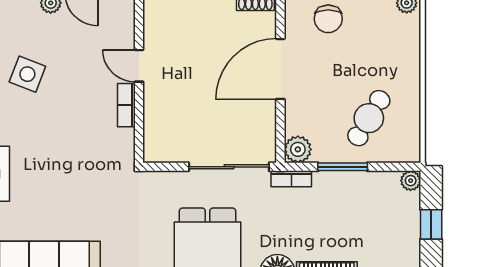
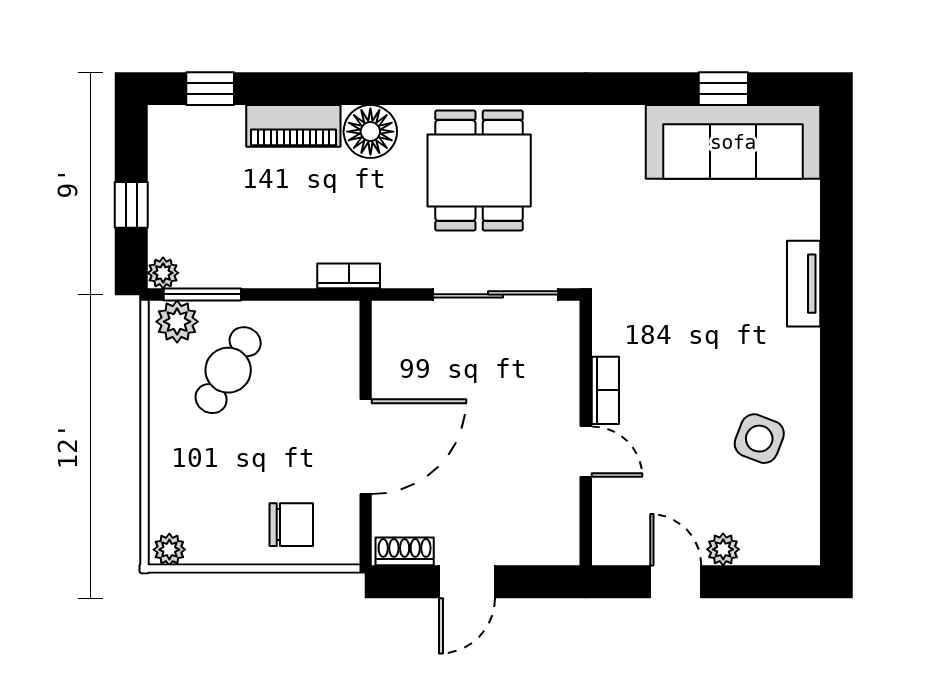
chair: (328, 19) -> (291, 525), turned 90
plant: (298, 149) -> (177, 322), moved
sliding door: (229, 167) -> (495, 294), moved
window: (343, 167) -> (202, 294), moved

